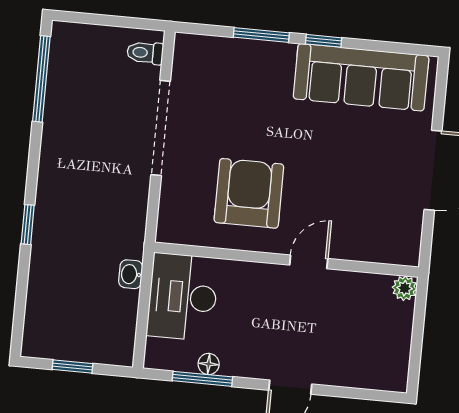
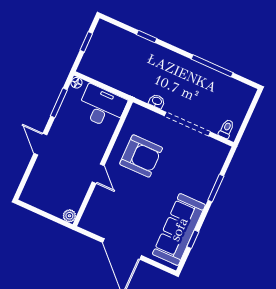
window: (324, 41) -> (193, 239), moved
window: (41, 79) -> (212, 66), moved
window: (28, 225) -> (147, 36), moved
washbasin: (131, 274) -> (157, 101), moved
floor lamp: (209, 364) -> (76, 83), moved

